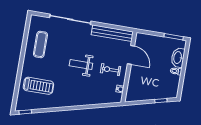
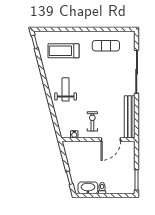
washbasin: (178, 58) -> (88, 188), moved
weight bench: (81, 64) -> (66, 89), moved
treadmill: (38, 86) -> (64, 51), turned 90

